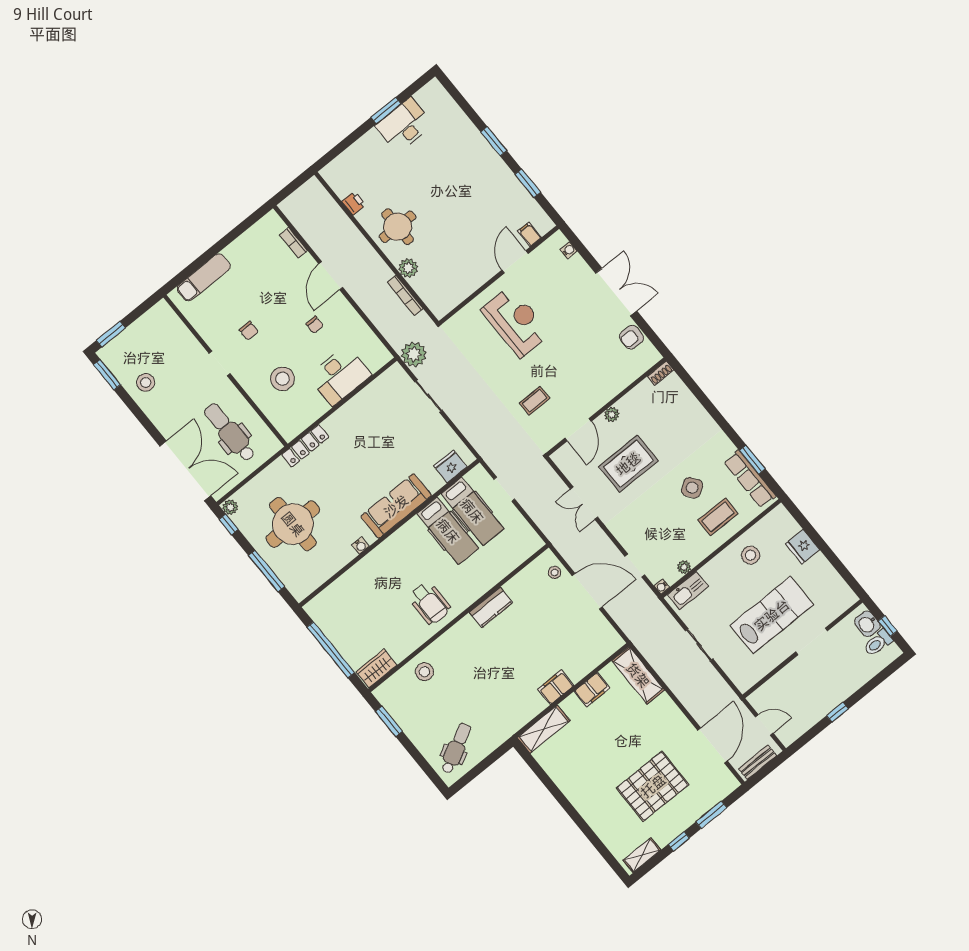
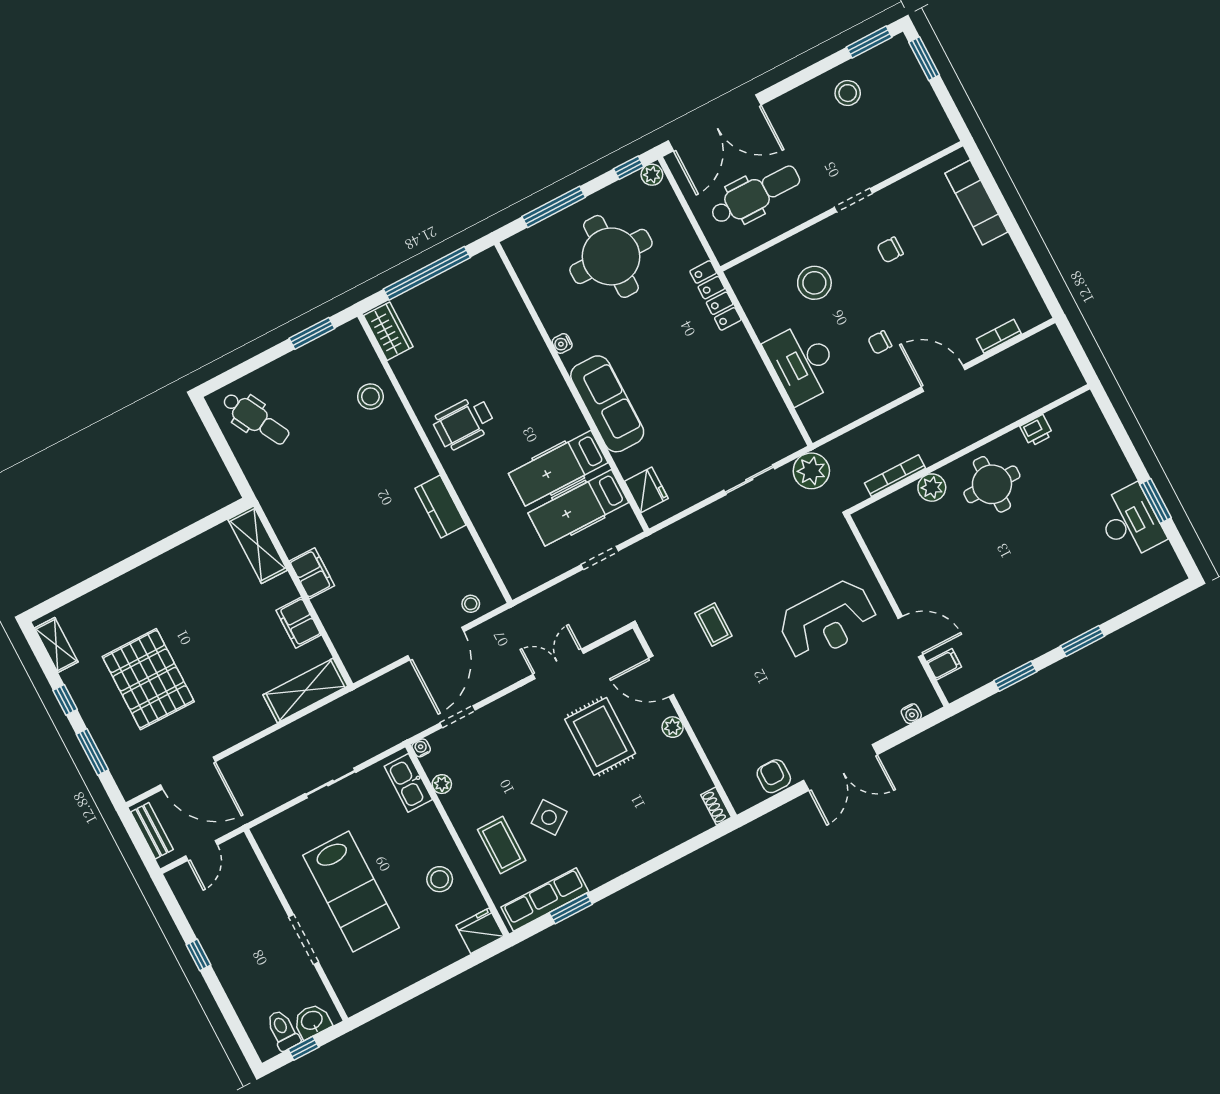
fridge: (803, 547) -> (480, 931), moved

